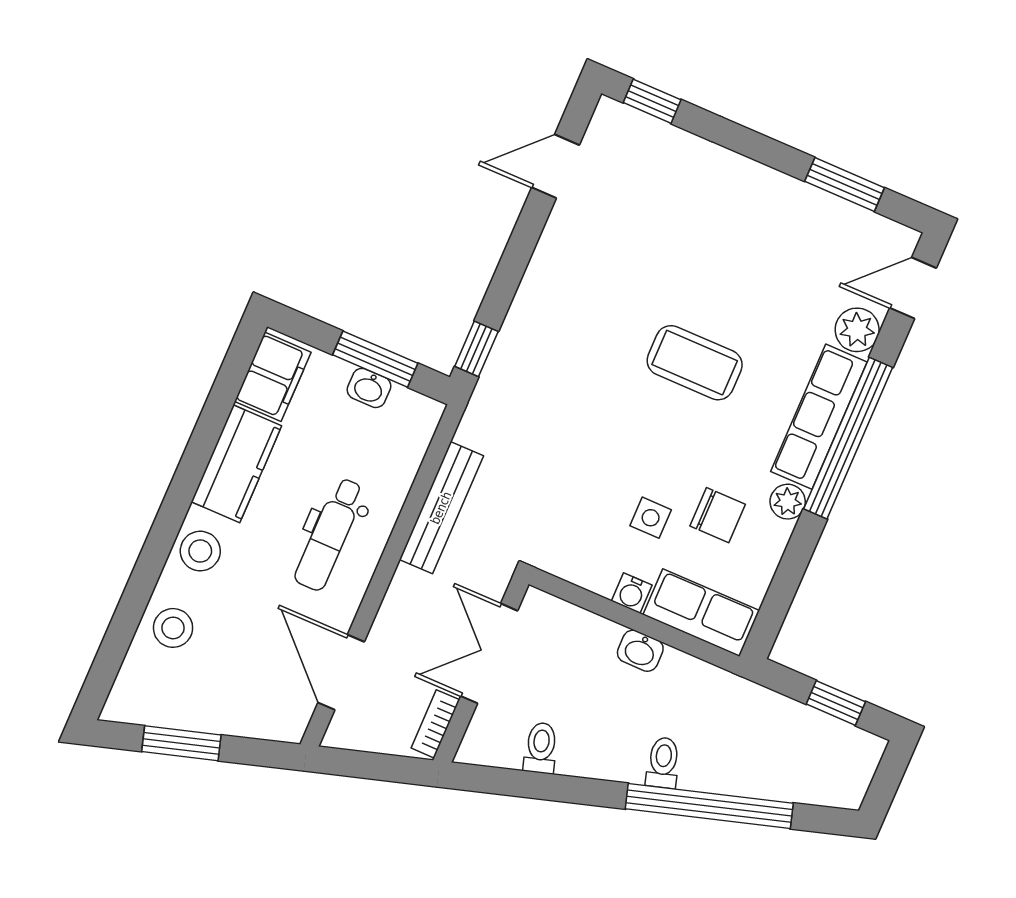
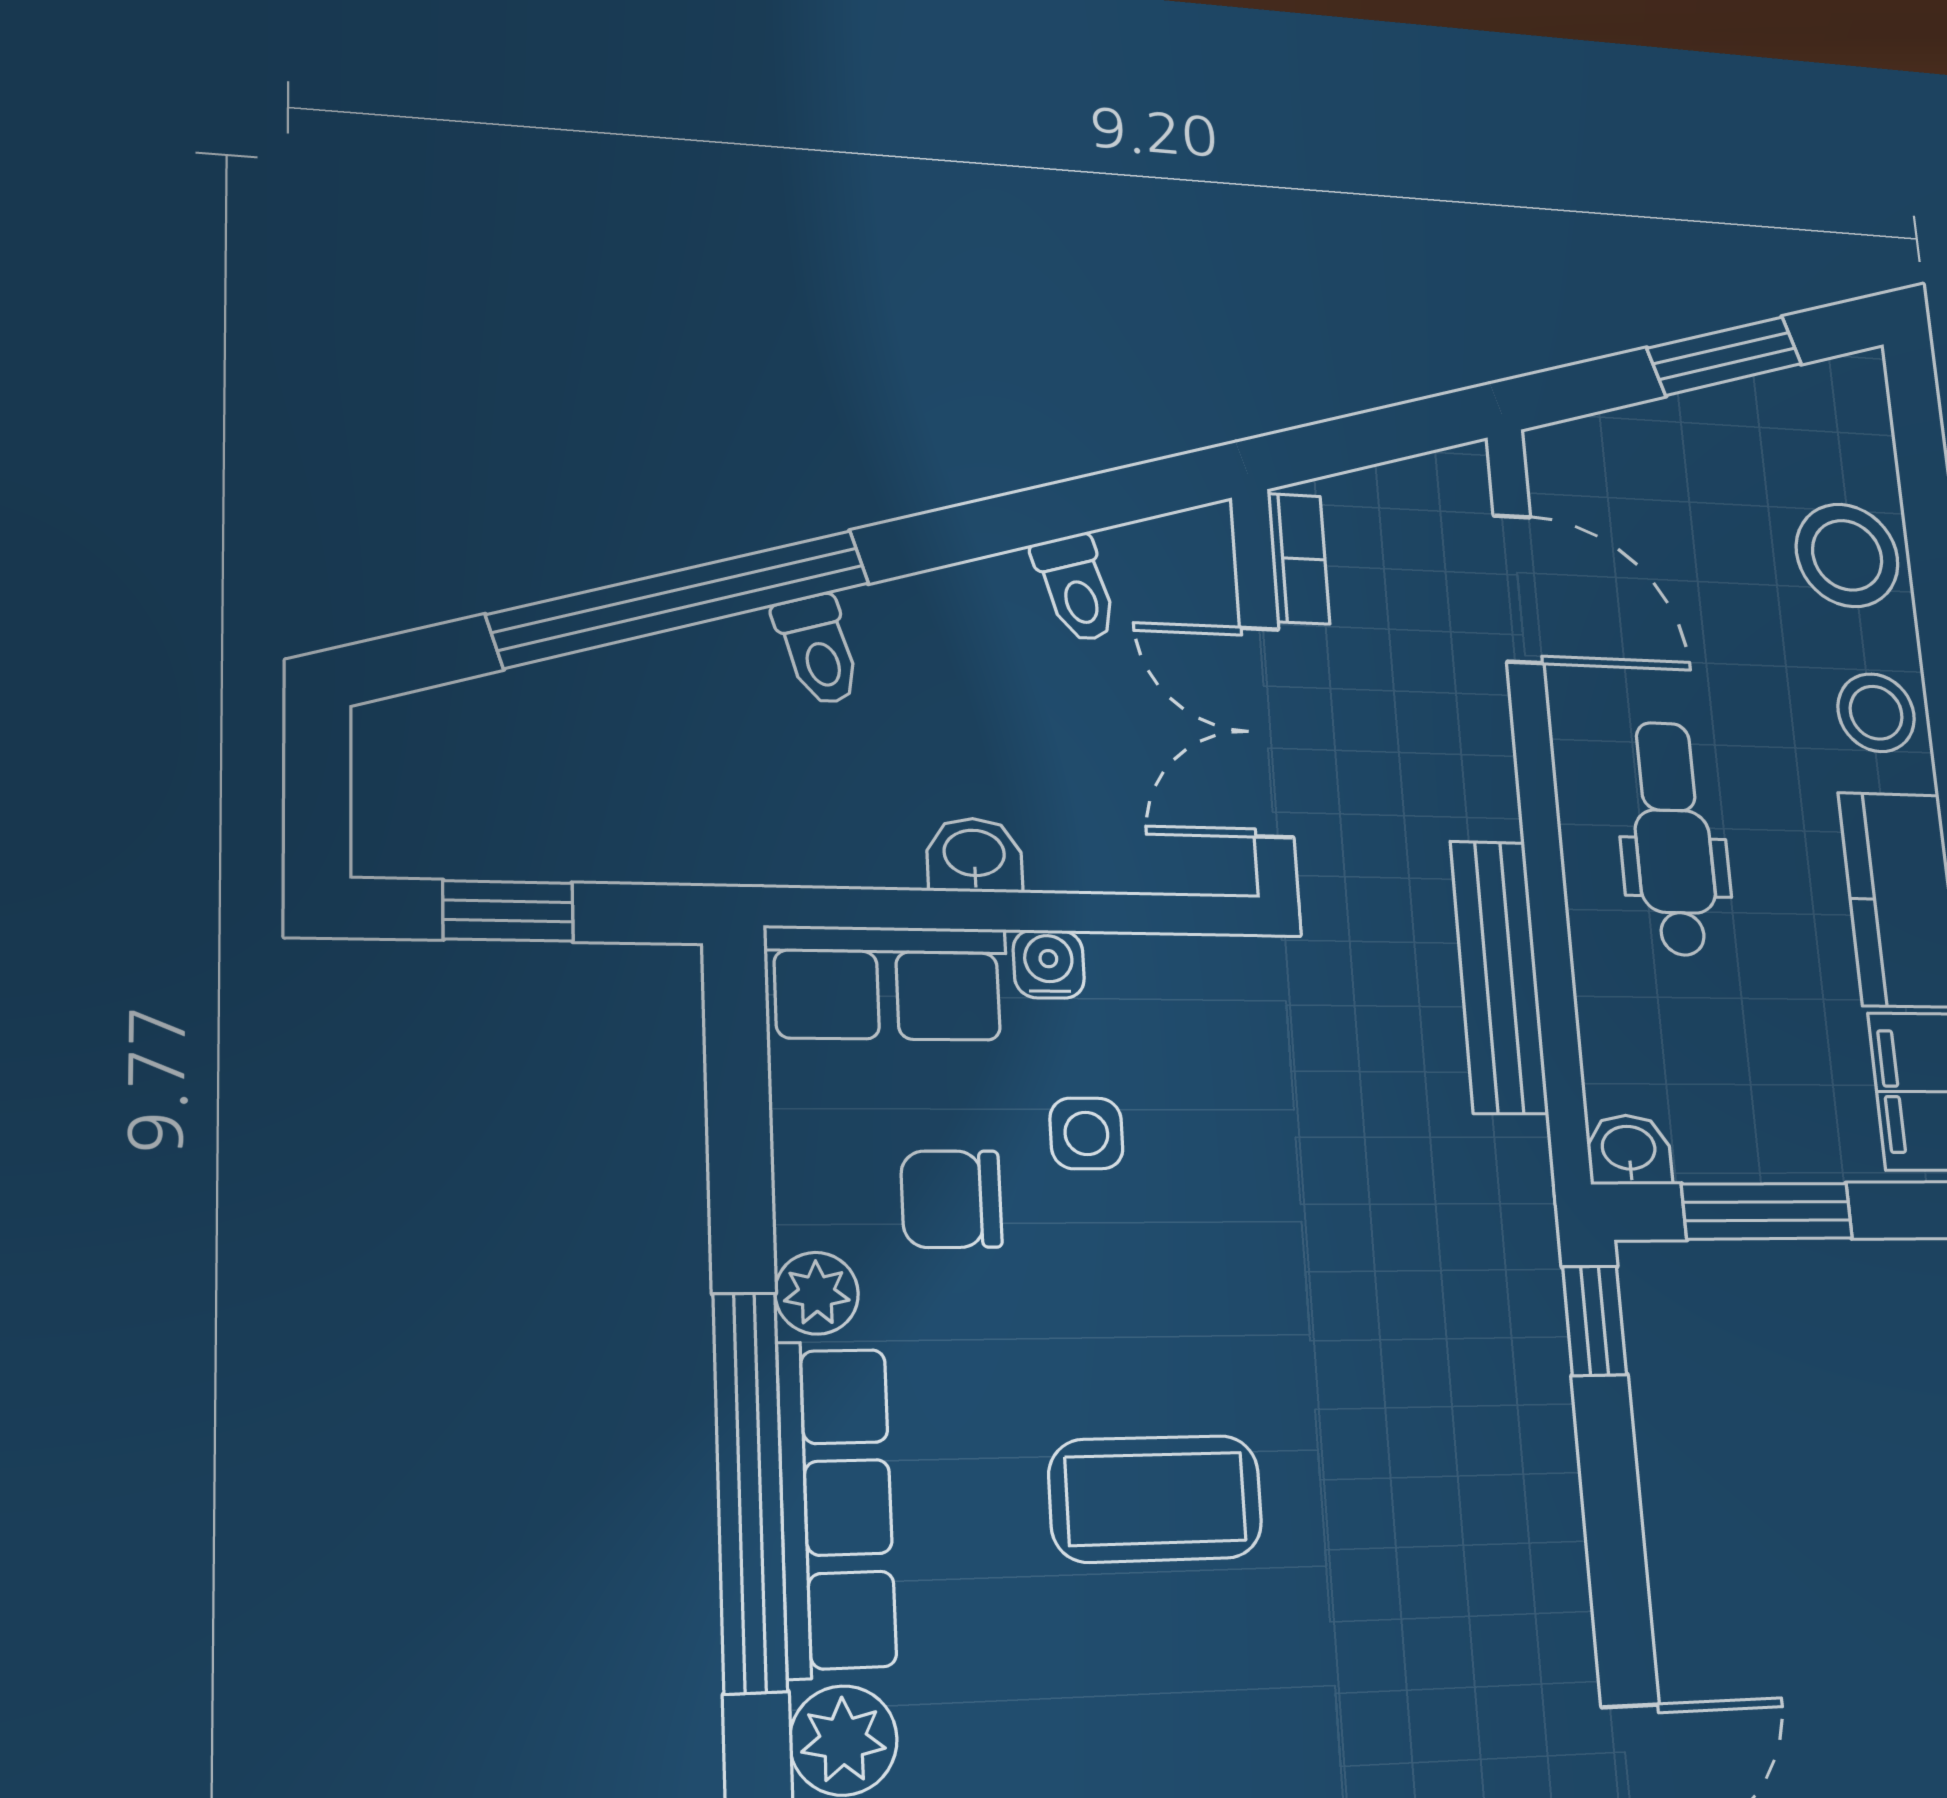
washbasin: (369, 388) -> (1629, 1150), moved
stool: (173, 628) -> (1847, 555), width x1.38, depth x1.38
double door: (489, 653) -> (1267, 732), swing flipped

